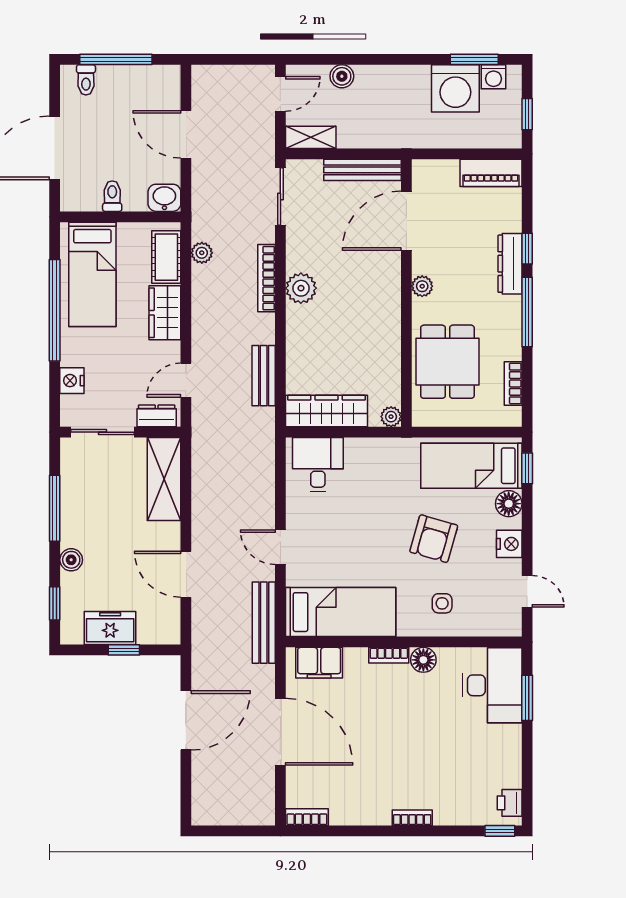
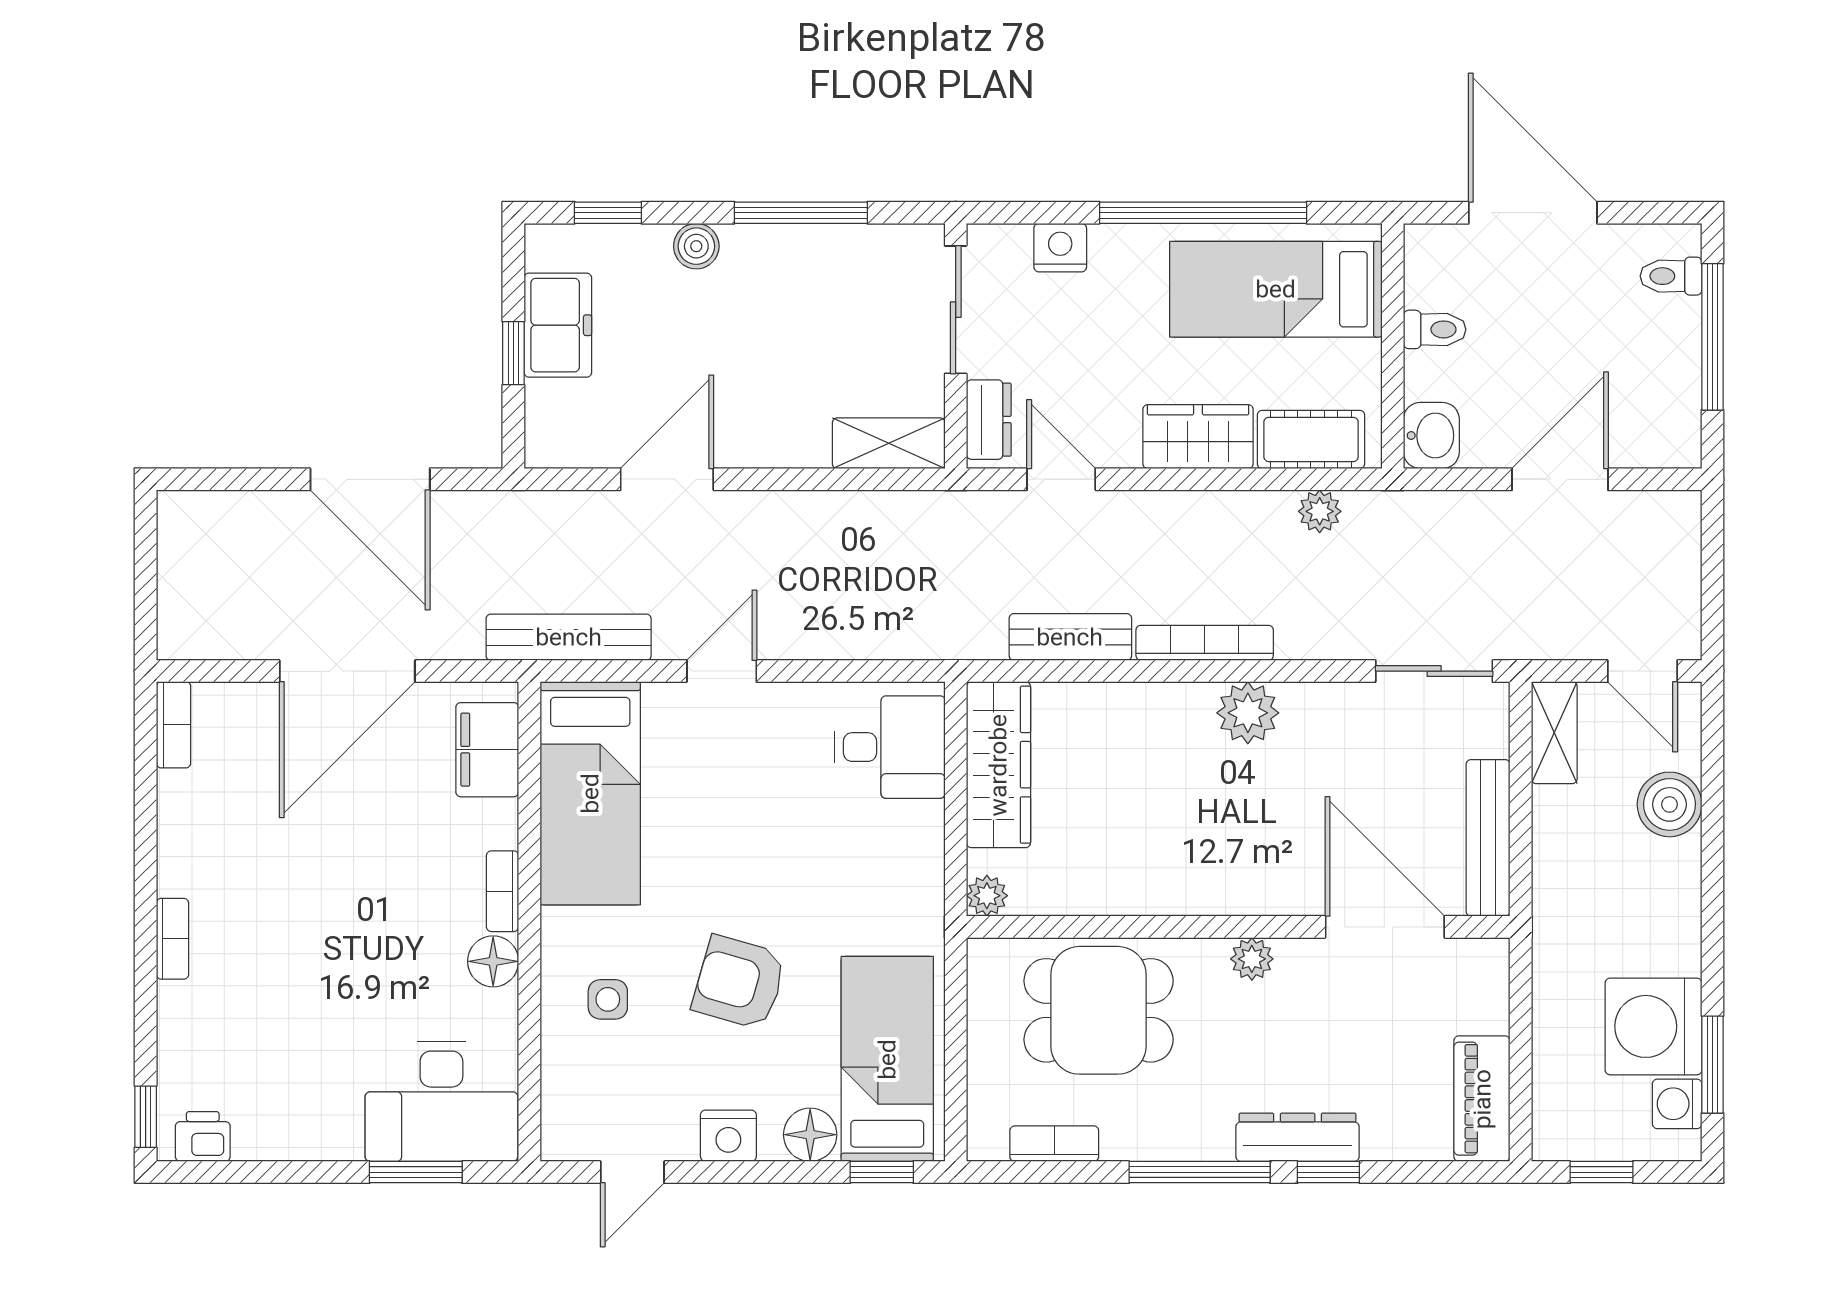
boiler: (342, 76) -> (1670, 804), width x1.36, depth x1.36
bookcase: (267, 278) -> (1205, 643), moved
shelving: (164, 479) -> (889, 443), width x0.67, depth x0.75

